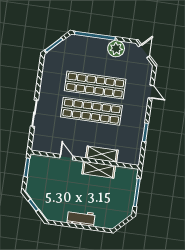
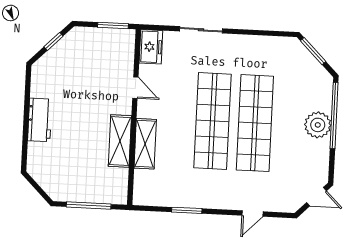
plant: (116, 49) -> (318, 125), moved
freezer: (42, 145) -> (151, 47), added
door: (66, 157) -> (135, 88), hinge flipped

